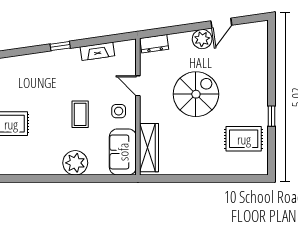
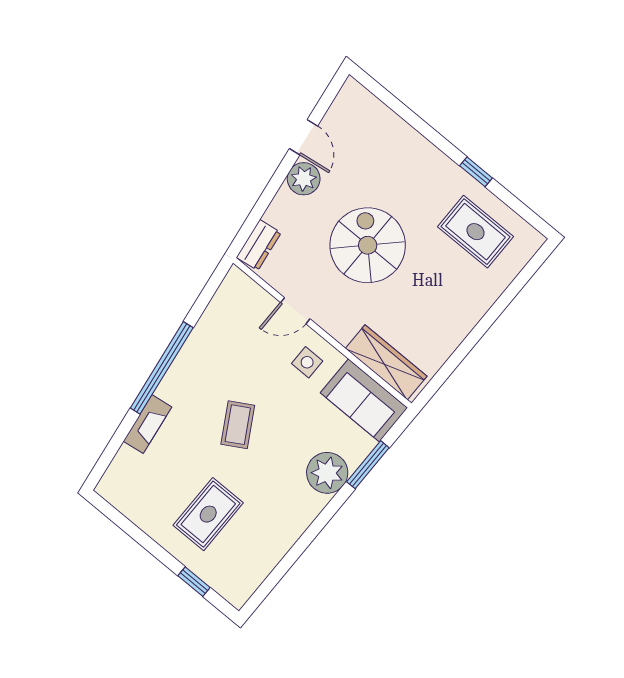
window: (60, 46) -> (162, 368), width x3.17
fireplace: (97, 51) -> (148, 424), moved
coffee table: (80, 114) -> (238, 425), moved, turned 60
rug: (244, 139) -> (476, 232), turned 90
window: (95, 179) -> (368, 465), added

